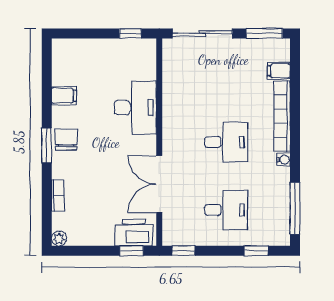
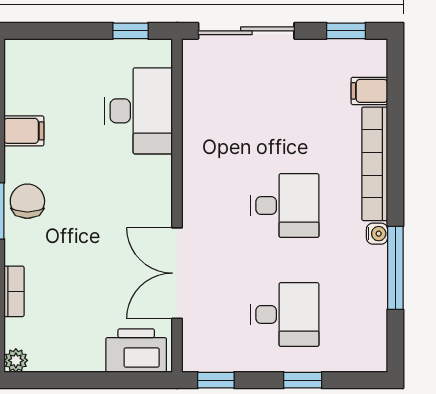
window: (264, 33) -> (346, 31), width x0.67
desk: (135, 107) -> (138, 111), moved
window: (295, 208) -> (395, 268), moved
window: (132, 251) -> (133, 380), removed
window: (256, 251) -> (303, 380), moved

